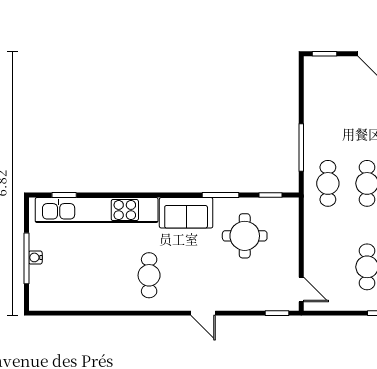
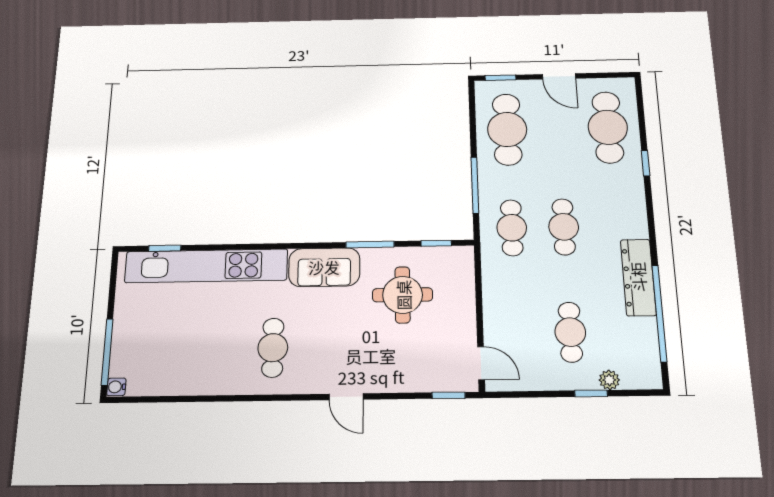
cafe table: (328, 100) -> (507, 129), added
water cooler: (35, 257) -> (116, 387), moved
window: (26, 258) -> (107, 352), moved

